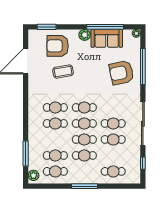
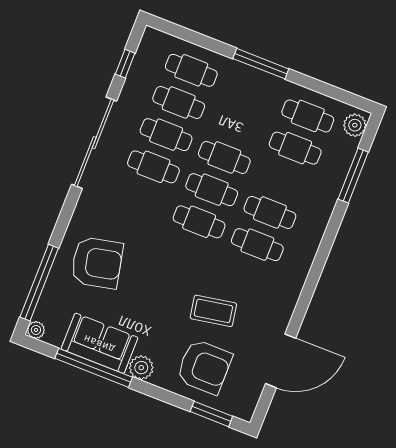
window: (143, 67) -> (39, 283), moved
cafe table: (84, 155) -> (179, 102), moved

